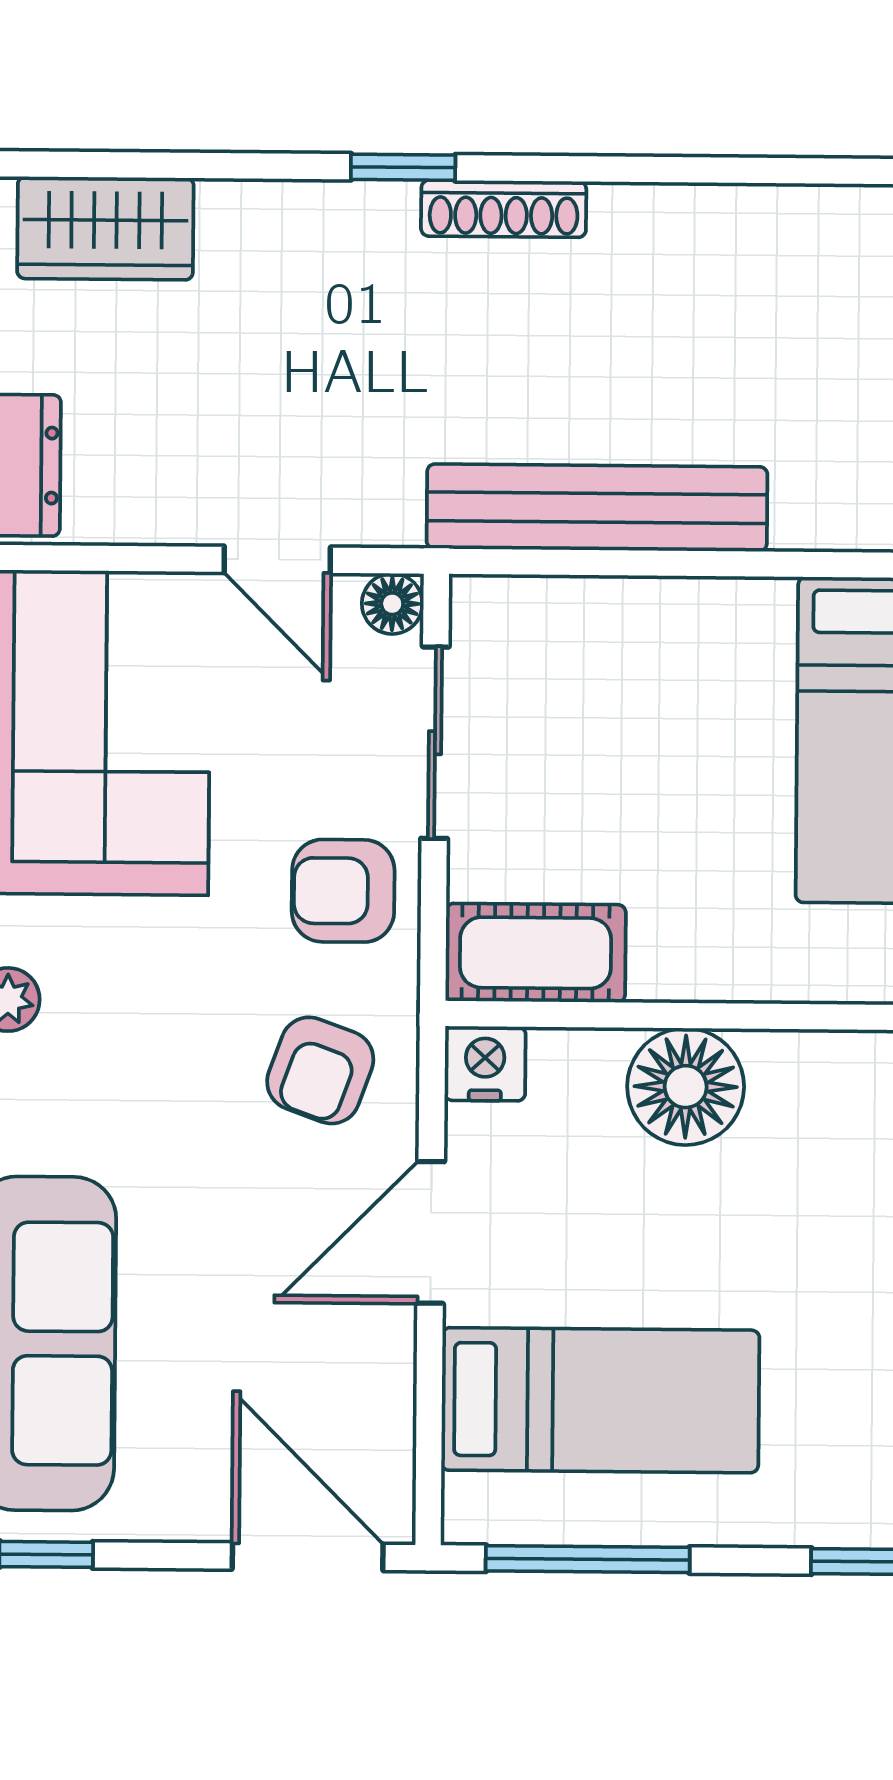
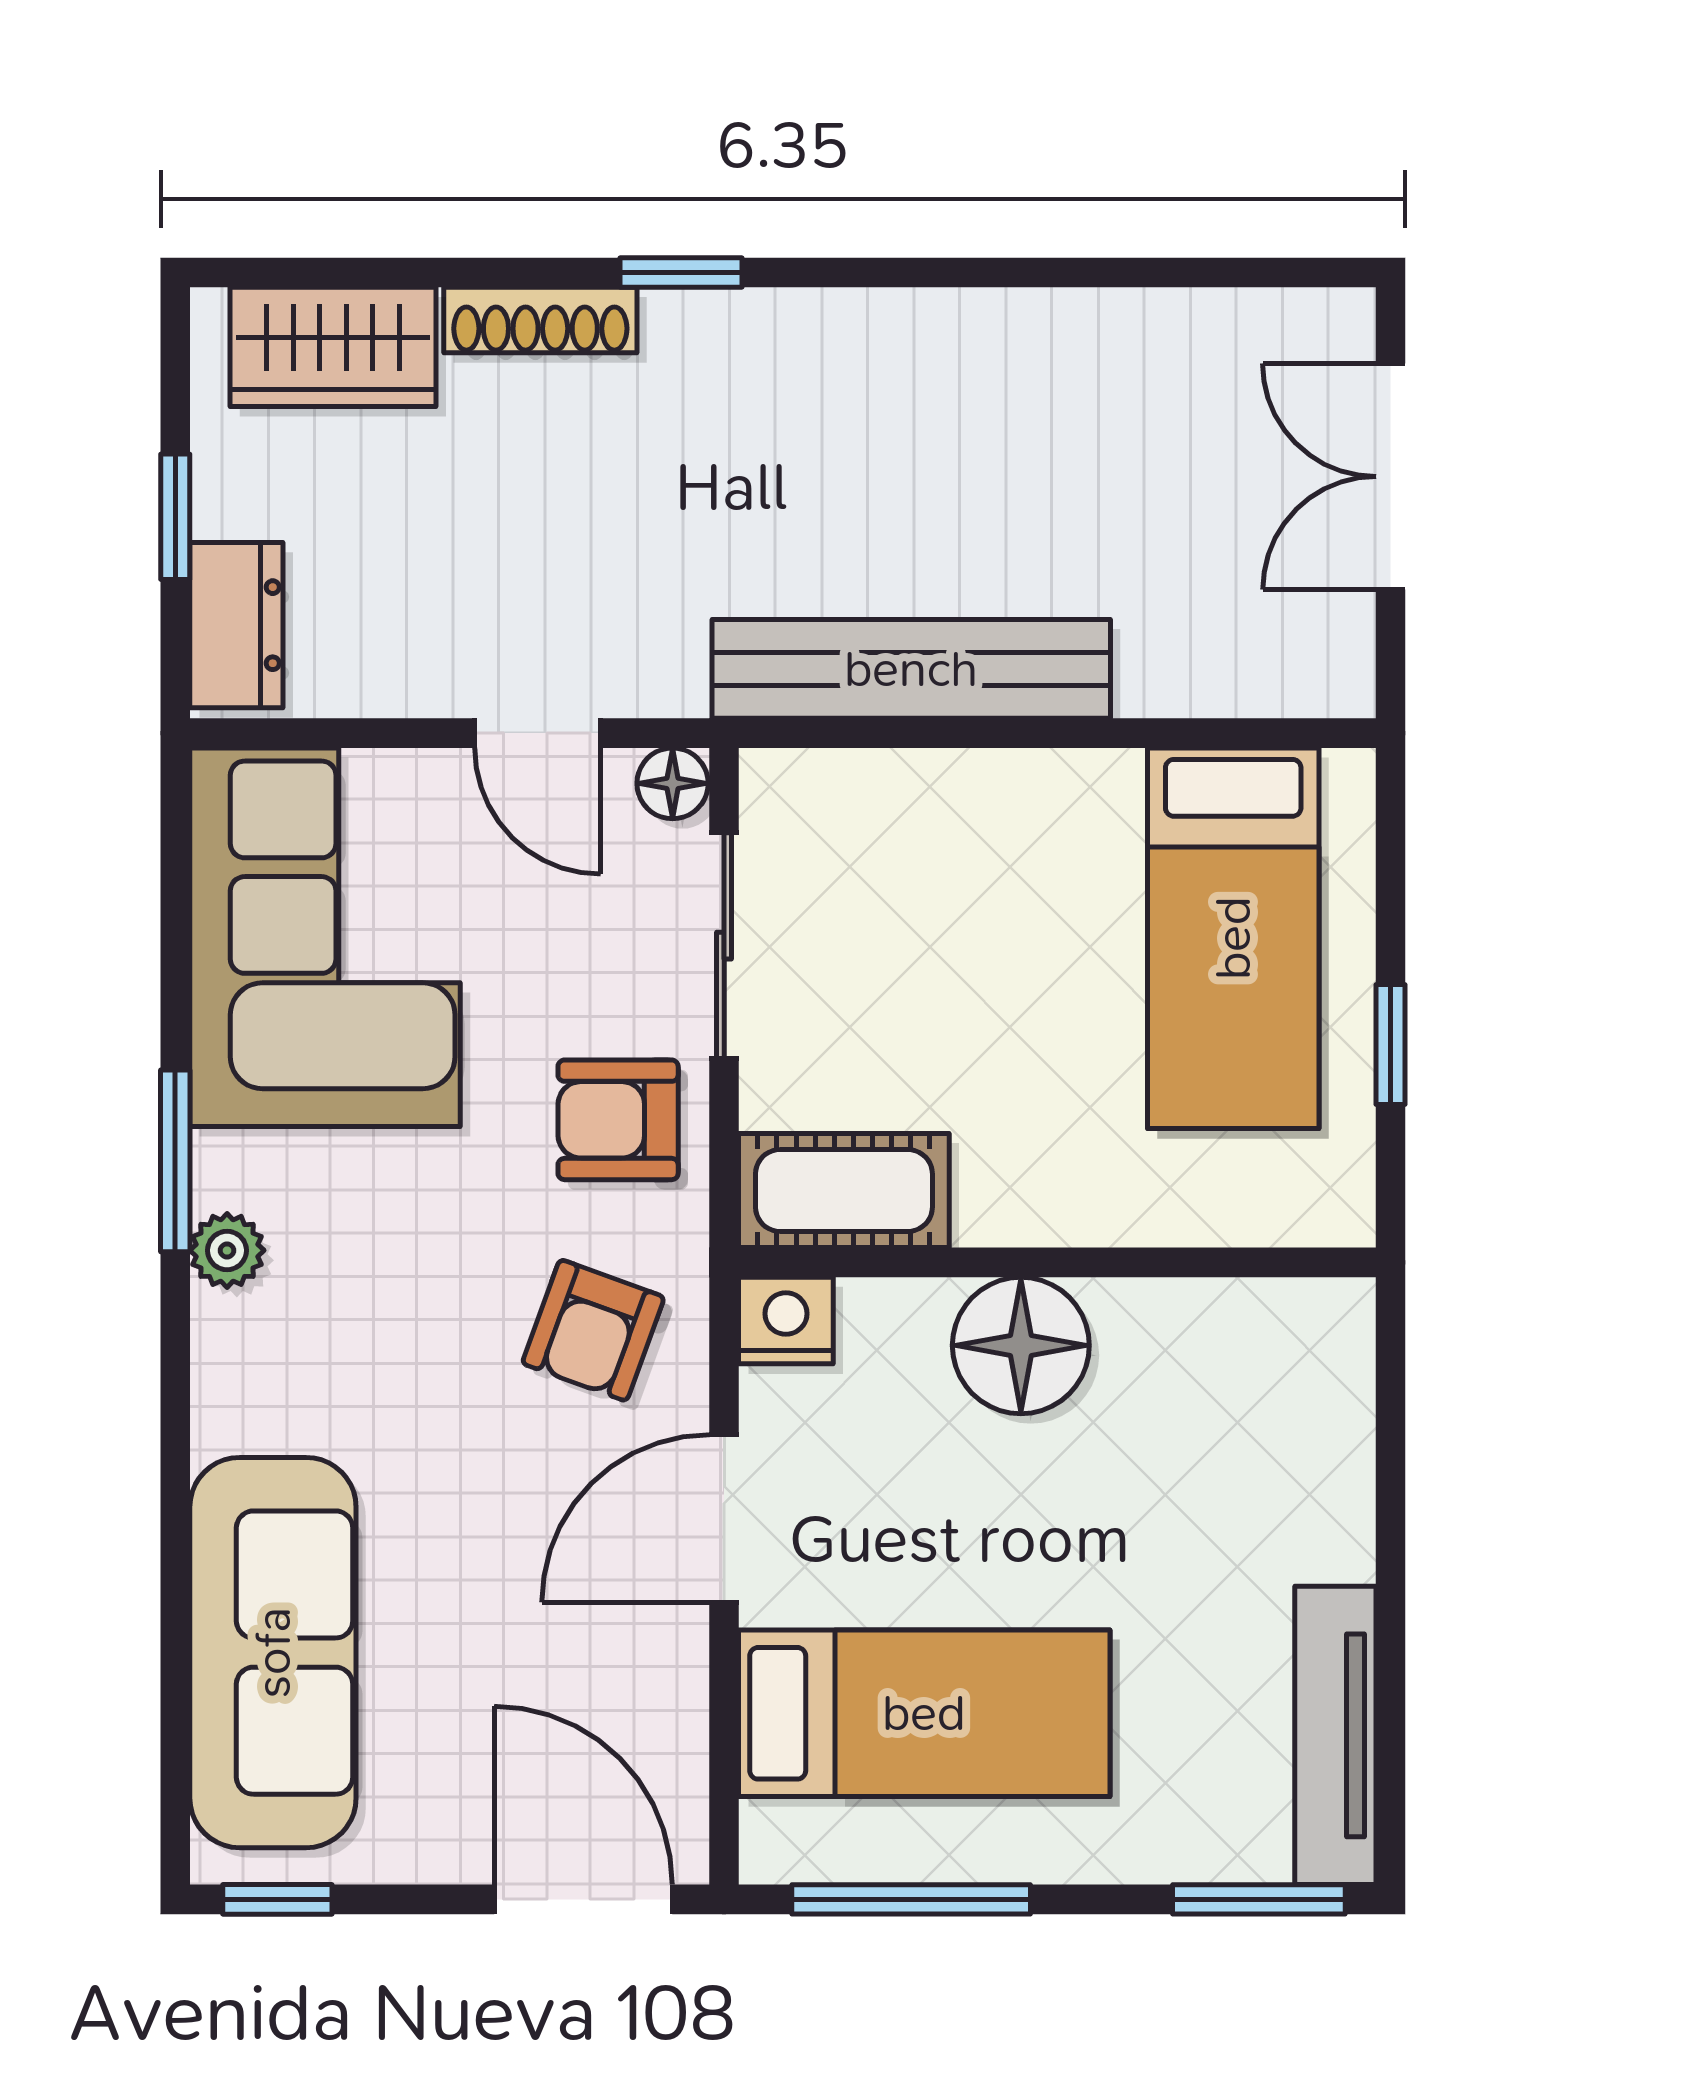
shoe rack: (504, 209) -> (540, 320), moved

